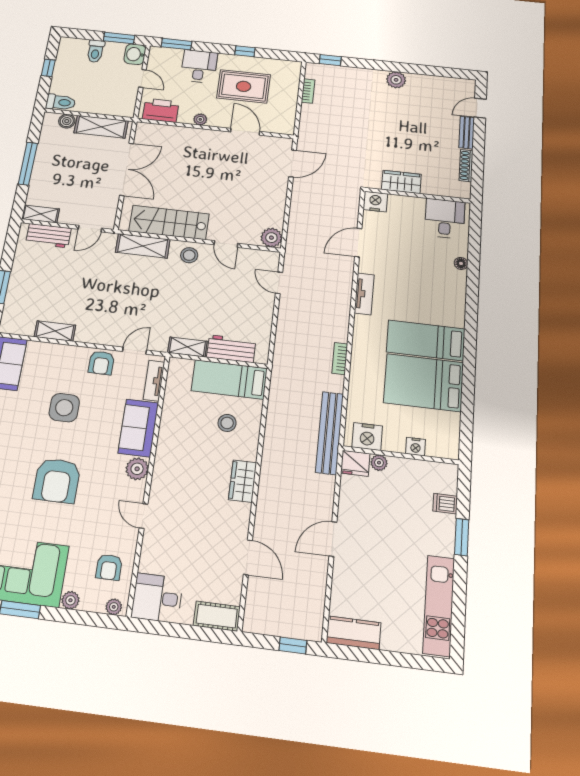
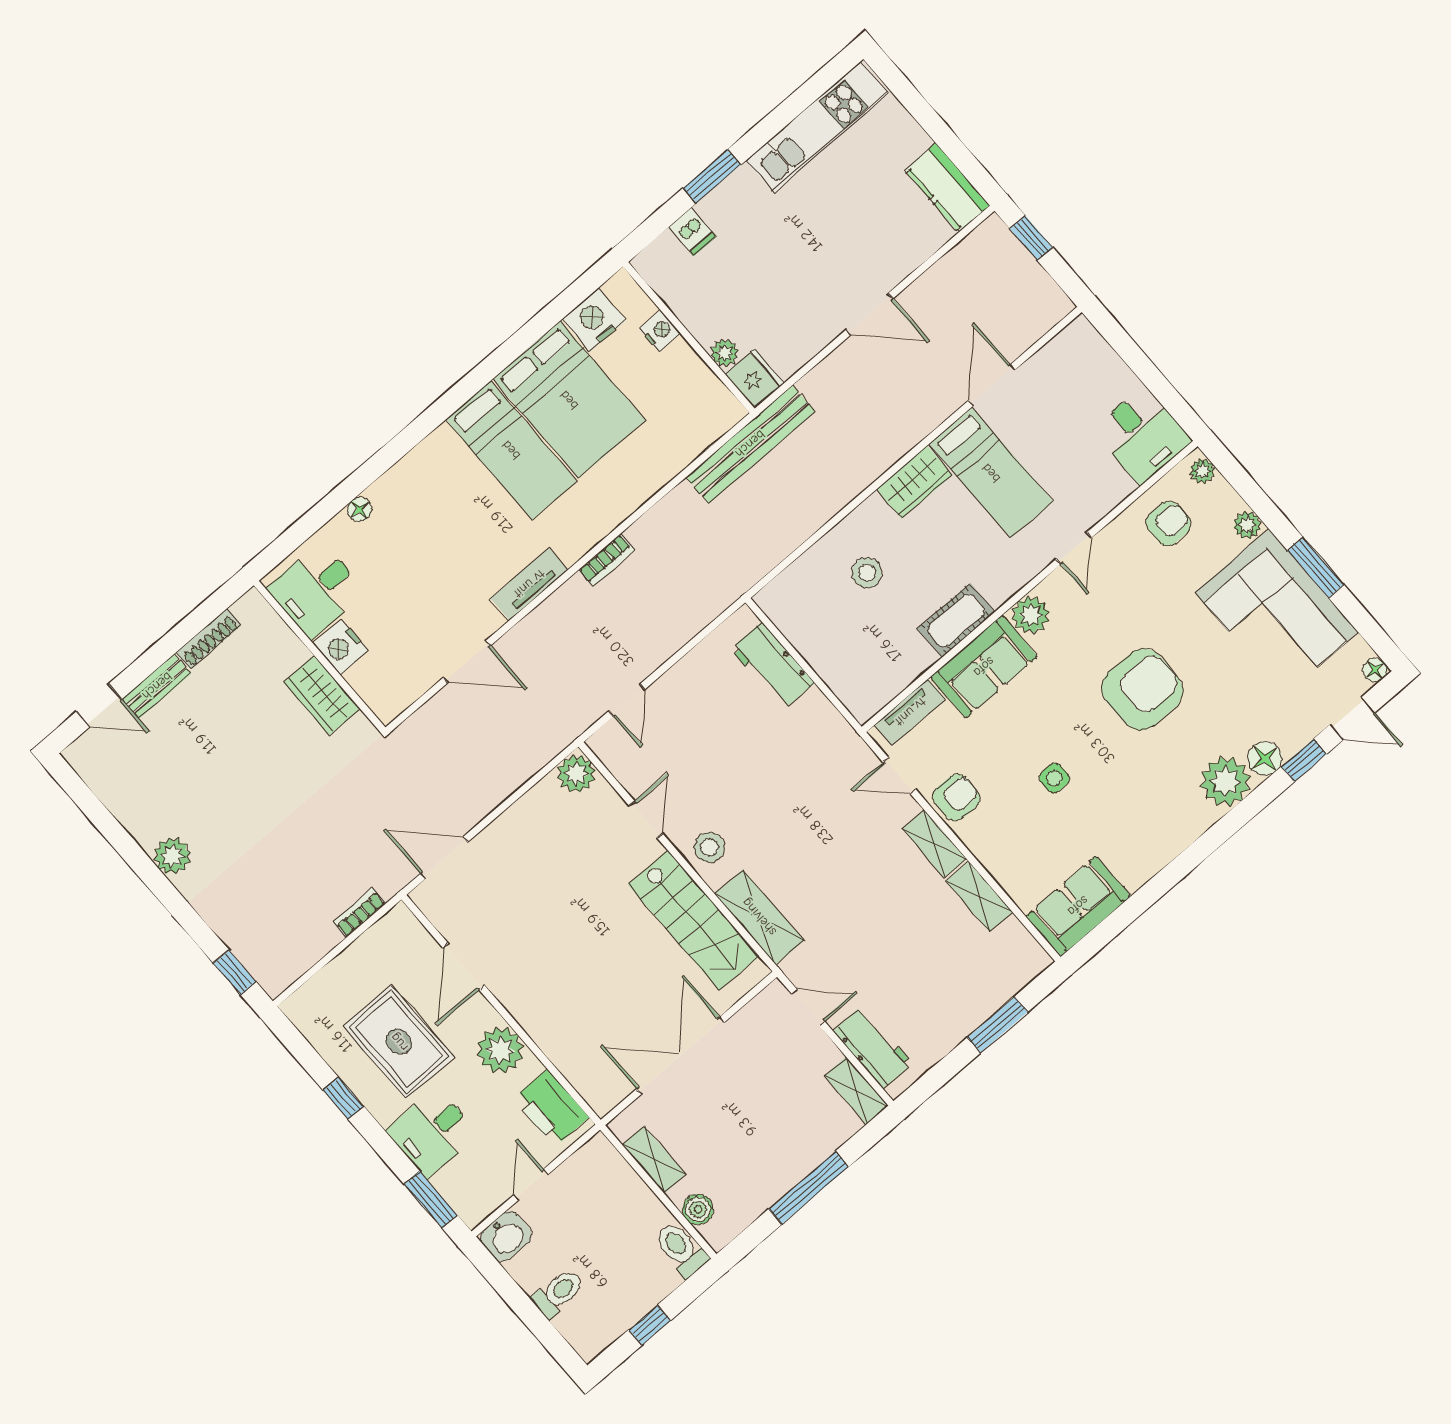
window: (119, 38) -> (505, 1285), removed
bookcase: (308, 91) -> (359, 913), moved
plant: (200, 119) -> (500, 1050), width x1.88, depth x1.88
shelving: (101, 127) -> (654, 1160), width x0.67, depth x0.75
nightstand: (375, 202) -> (341, 647), moved
shelving: (187, 347) -> (934, 844), moved
bookcase: (340, 359) -> (607, 560), moved
bed: (229, 380) -> (991, 473), moved
side table: (64, 408) -> (1054, 778), width x0.54, depth x0.54
nightstand: (367, 437) -> (594, 320), moved, turned -90
cot: (217, 616) -> (956, 620), moved, turned 90

